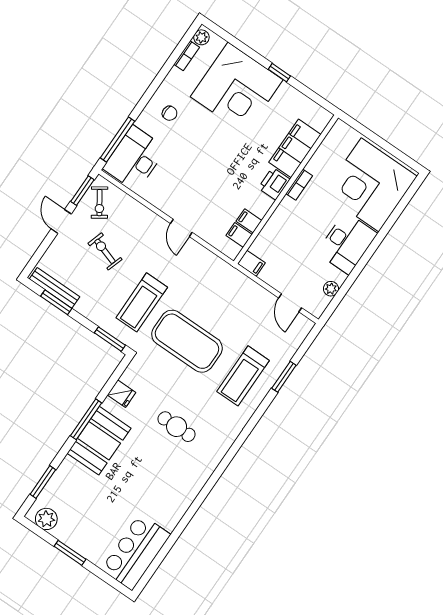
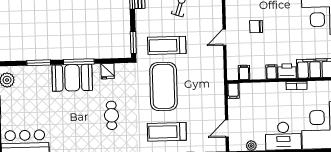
chair: (196, 182) -> (256, 27), added
filing cabinet: (249, 221) -> (272, 72), moved
window: (43, 482) -> (39, 63), moved

